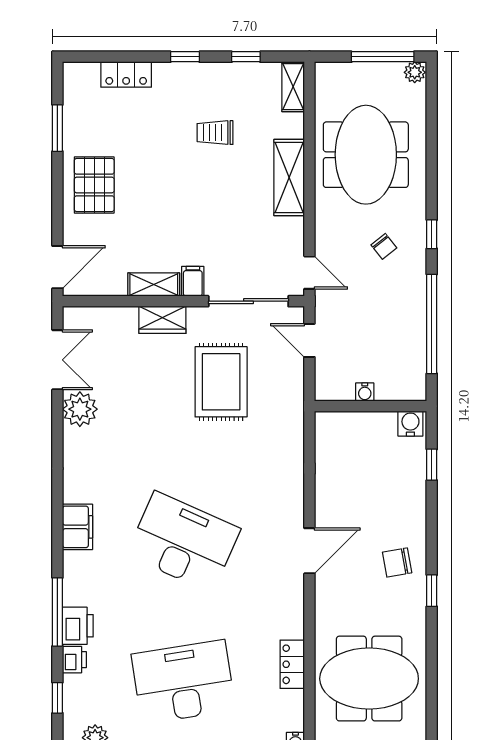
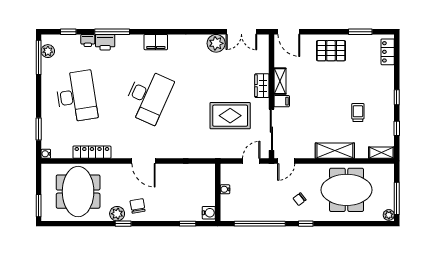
locker: (126, 74) -> (388, 52), moved
plant: (412, 602) -> (117, 214), added
locker: (292, 664) -> (92, 152), width x1.53

